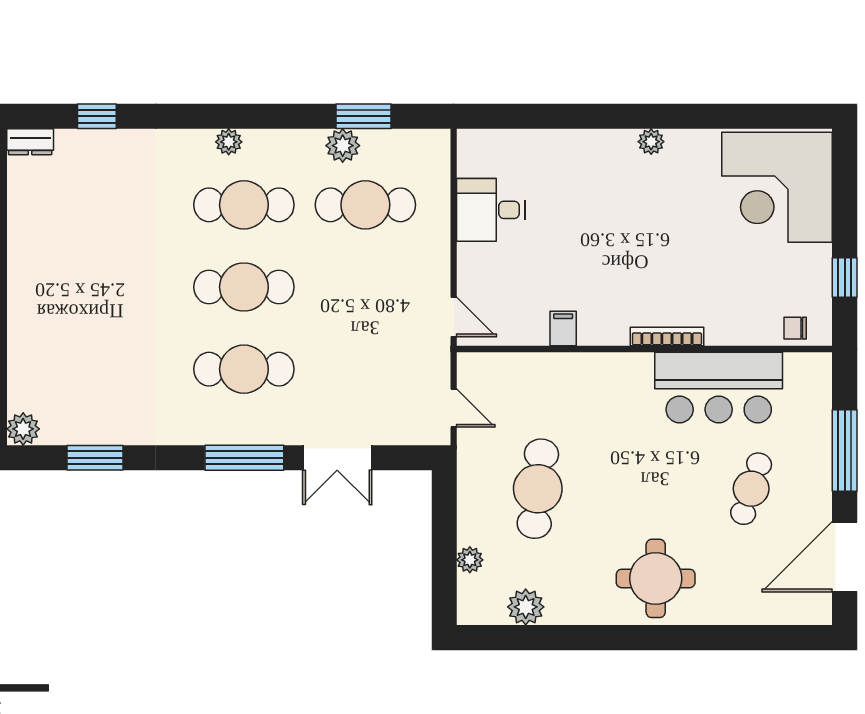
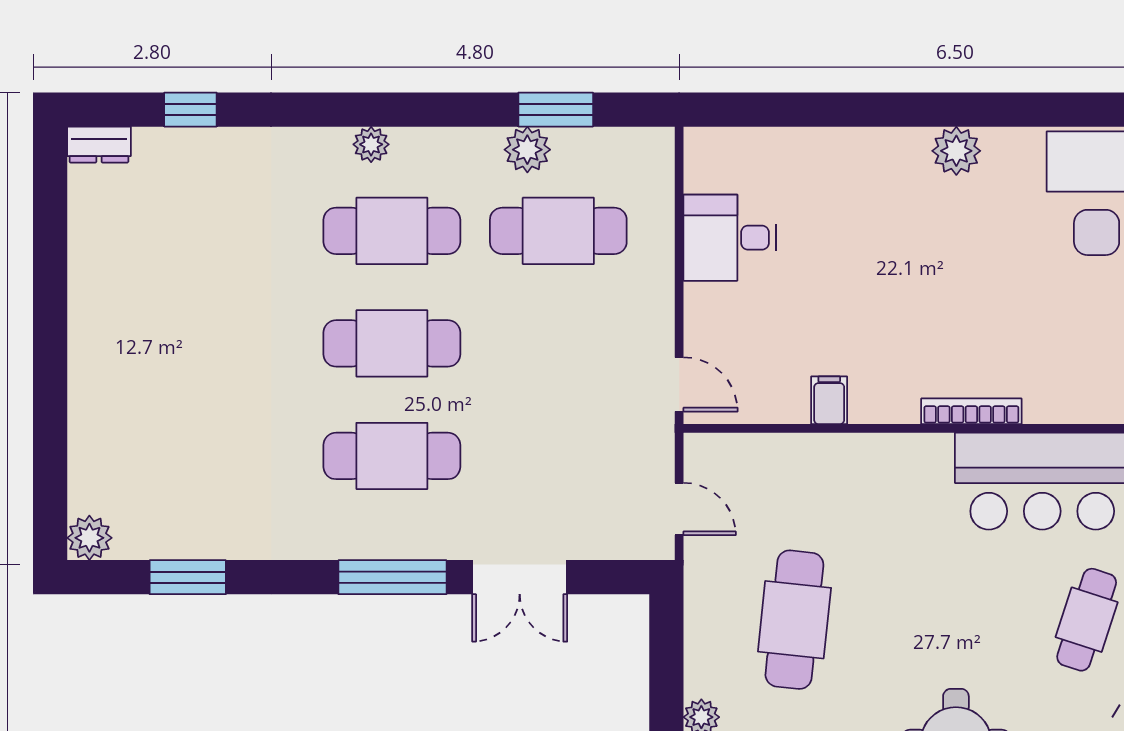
plant: (651, 142) -> (956, 151), width x1.38, depth x1.38

